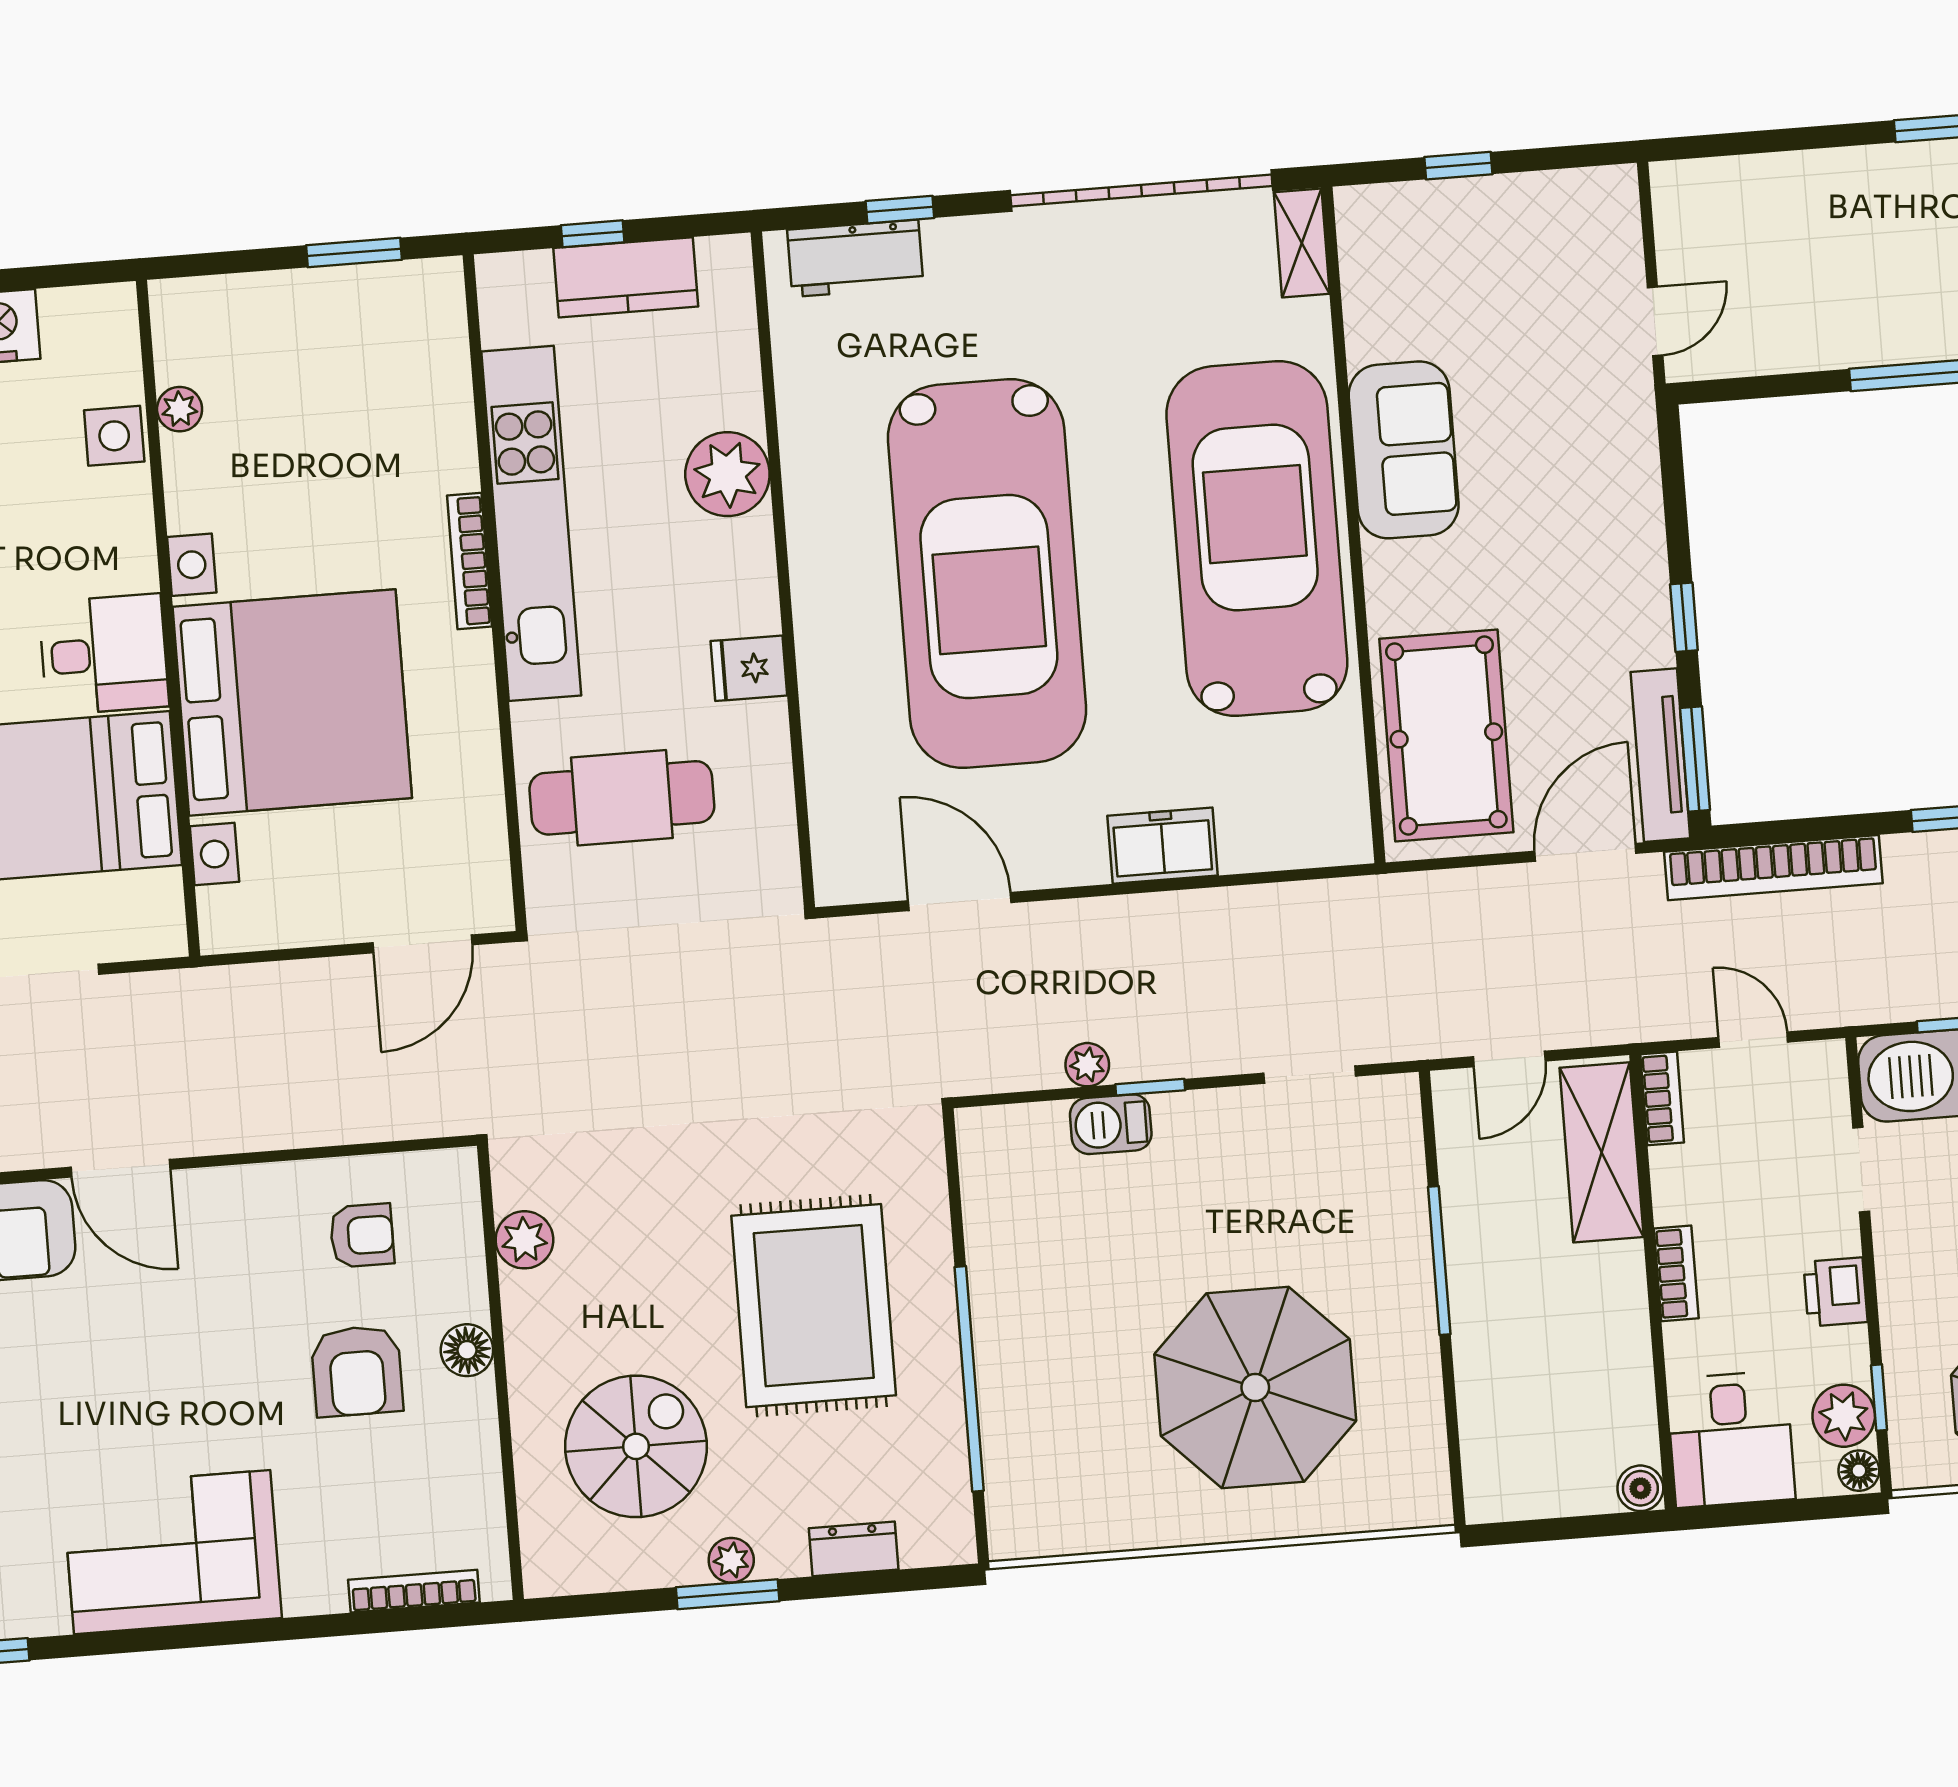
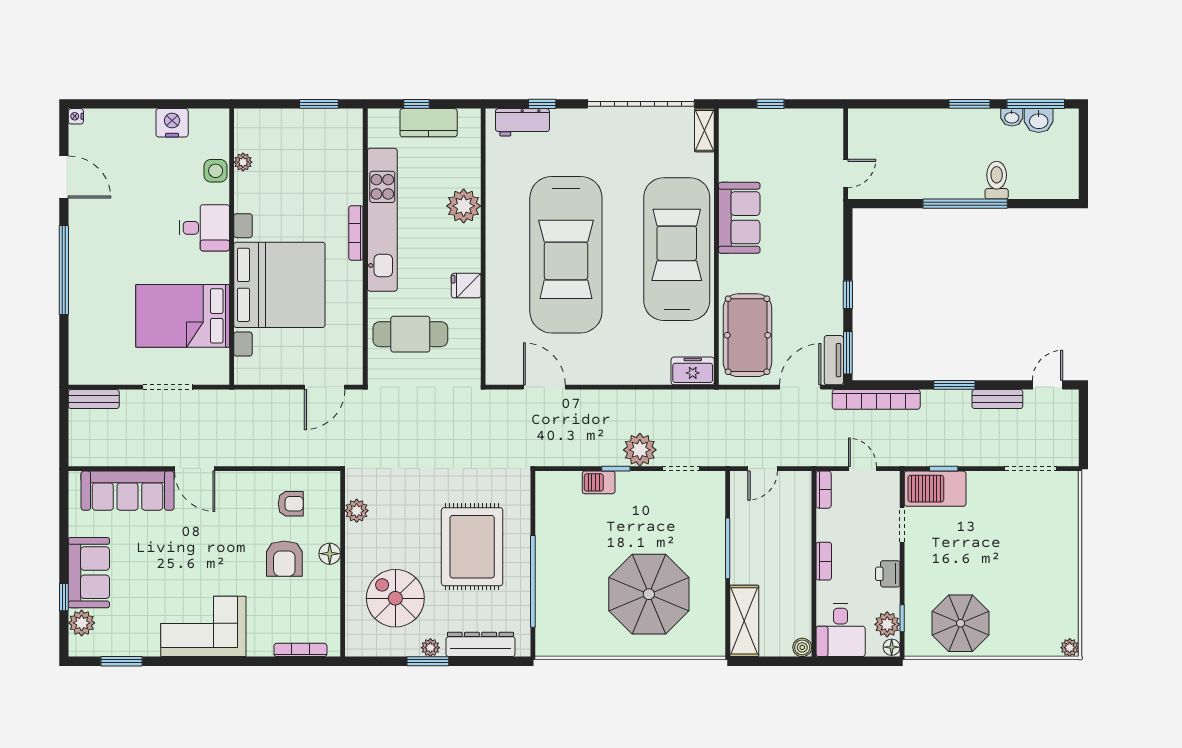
desk: (104, 654) -> (204, 228), moved
tv unit: (1660, 755) -> (834, 360), width x0.71
freezer: (1163, 846) -> (693, 371), moved
plant: (1087, 1065) -> (640, 450), moved, width x1.88, depth x1.88
shelving: (1602, 1152) -> (744, 621), moved
spiral stairs: (636, 1446) -> (395, 598), turned -90
dresser: (854, 1549) -> (481, 644), width x1.96, depth x1.24

